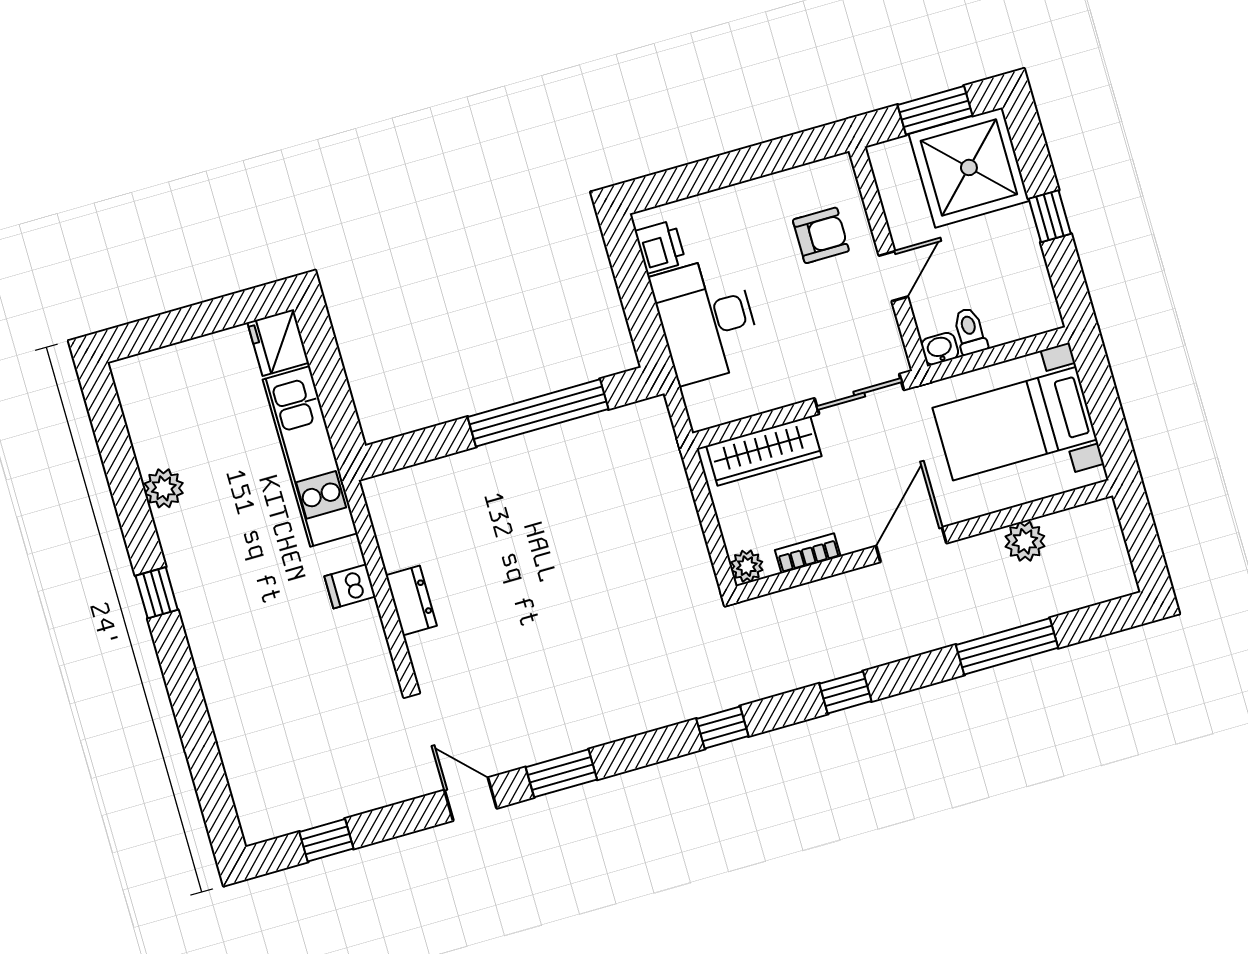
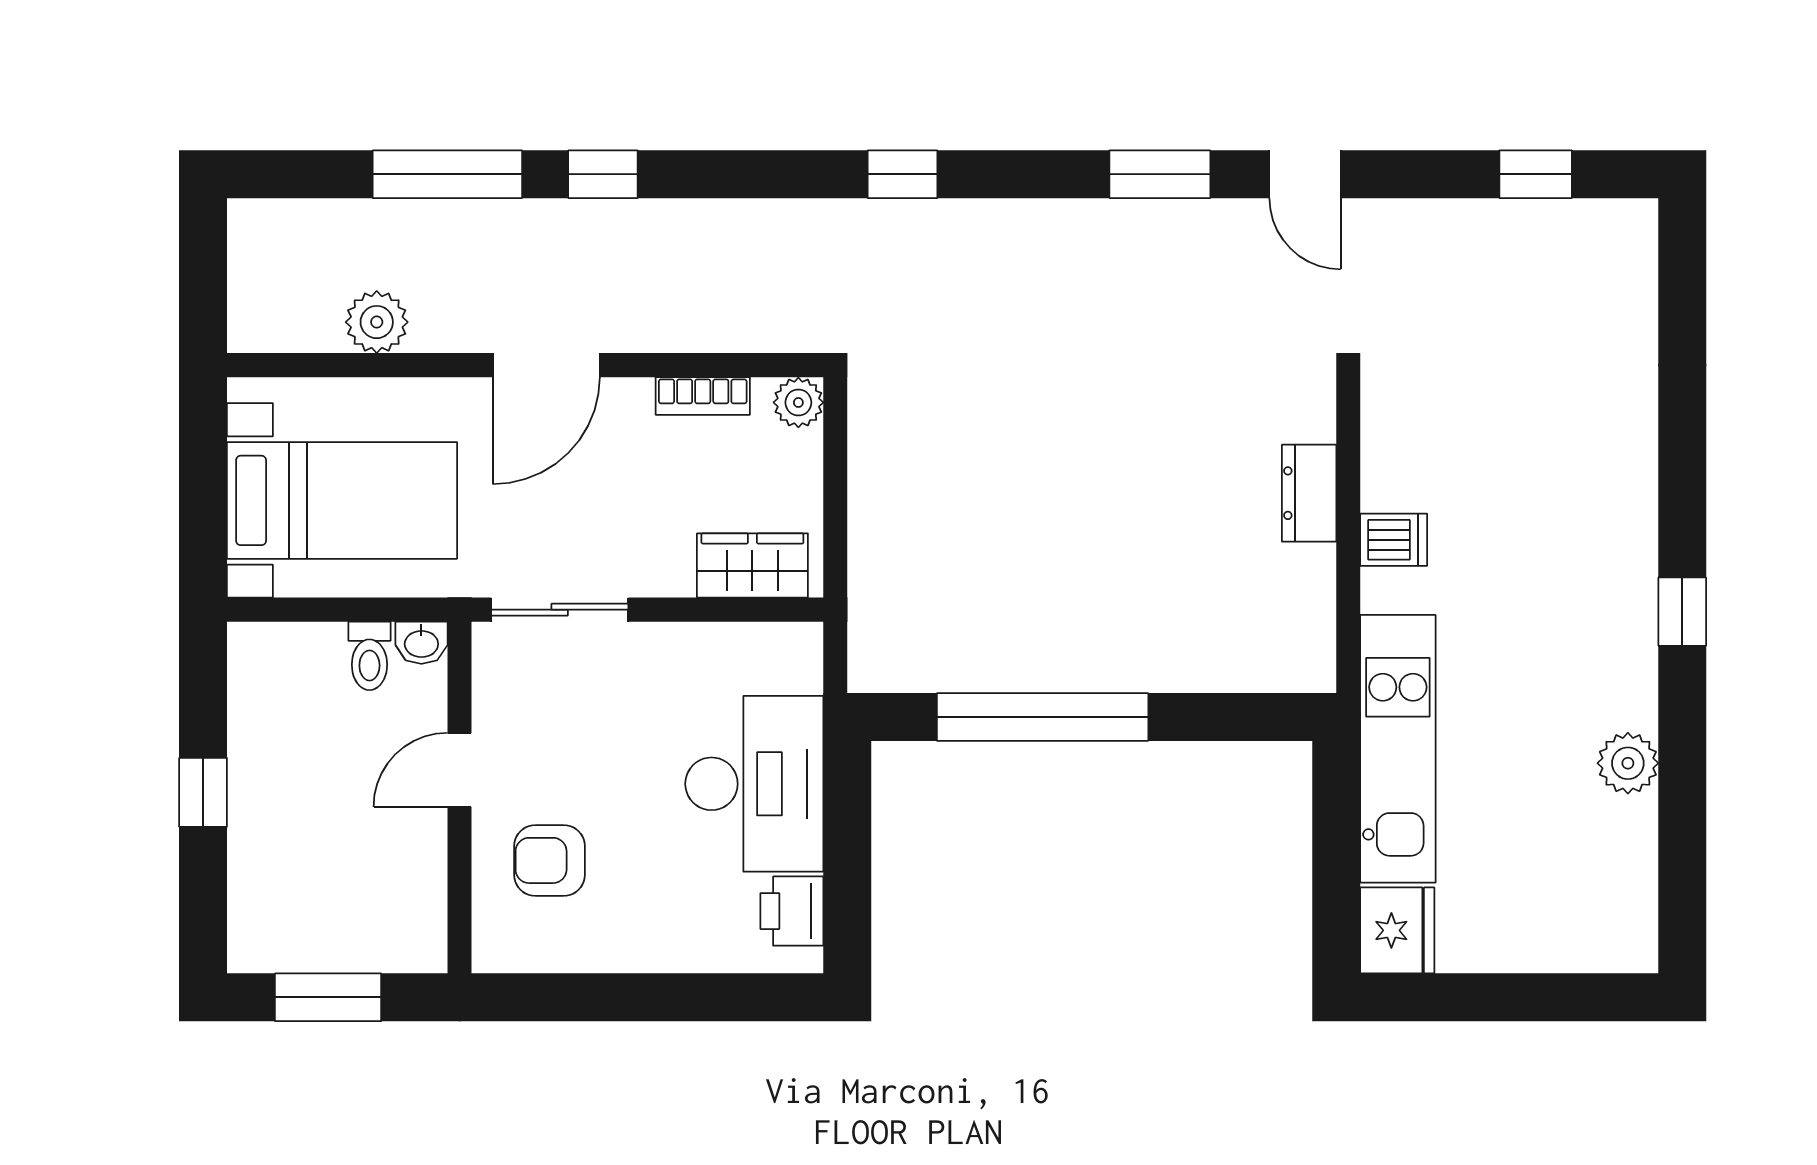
shower: (969, 167) -> (302, 898), removed
wardrobe: (764, 451) -> (752, 566), width x0.67
window: (845, 692) -> (603, 174), moved

